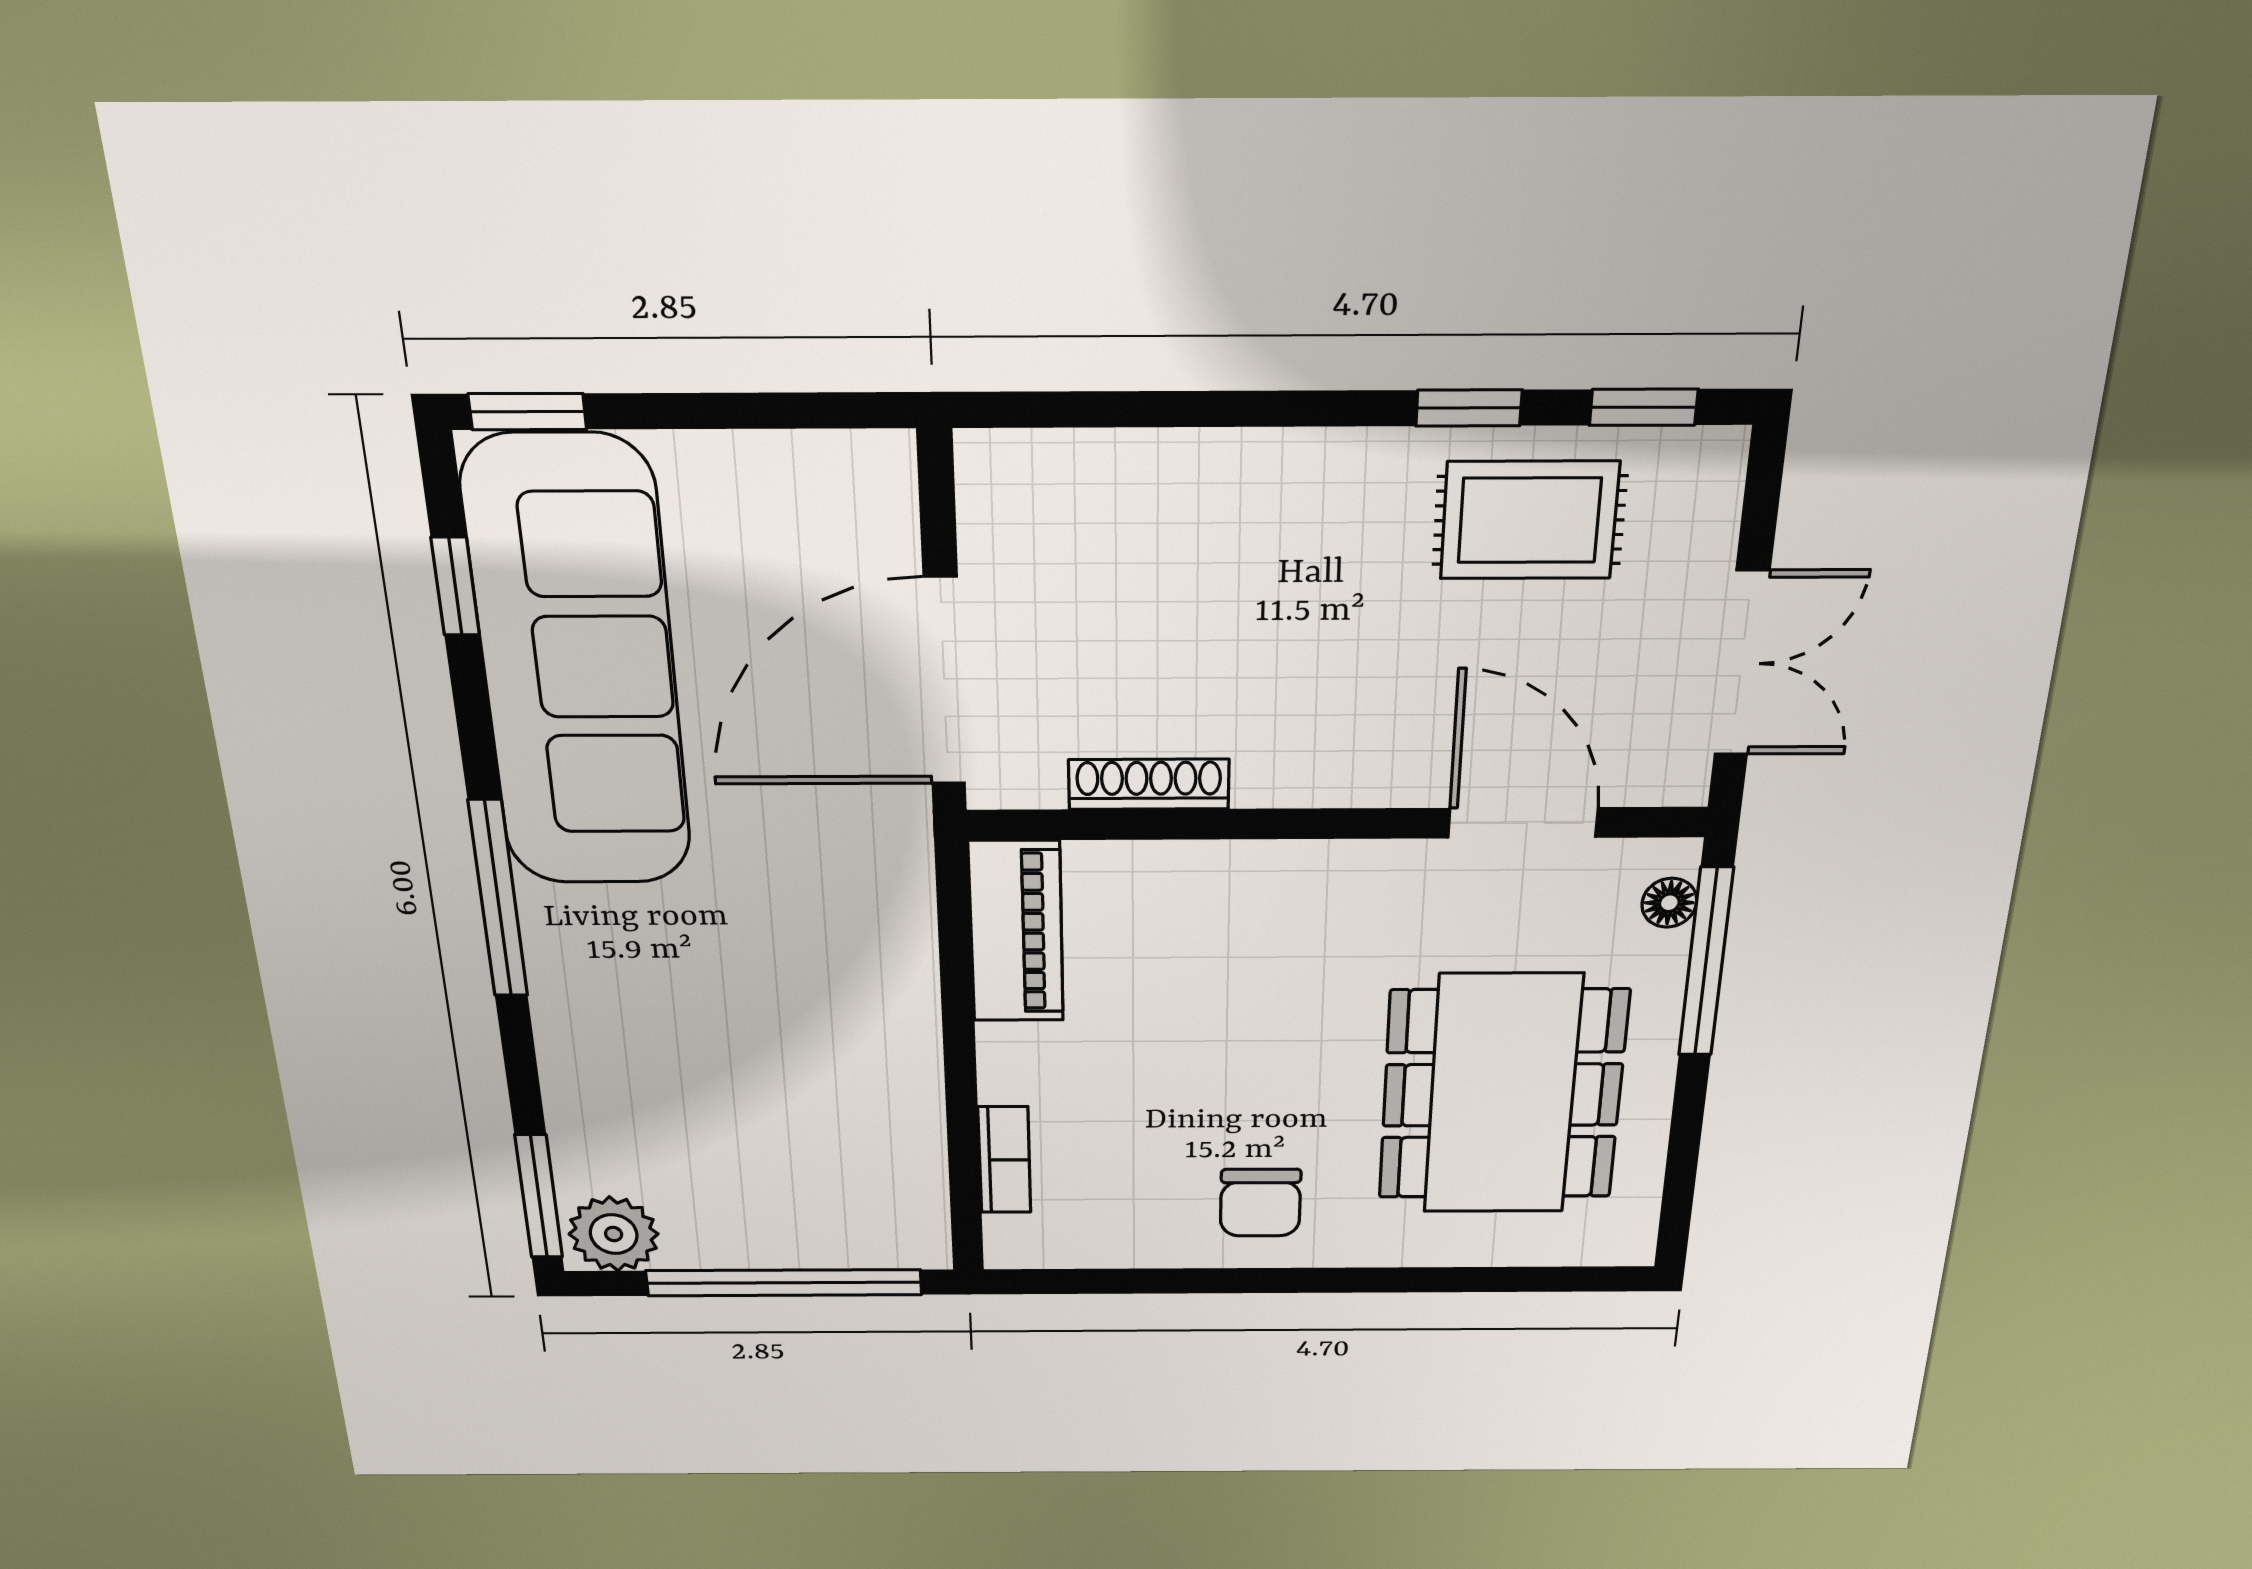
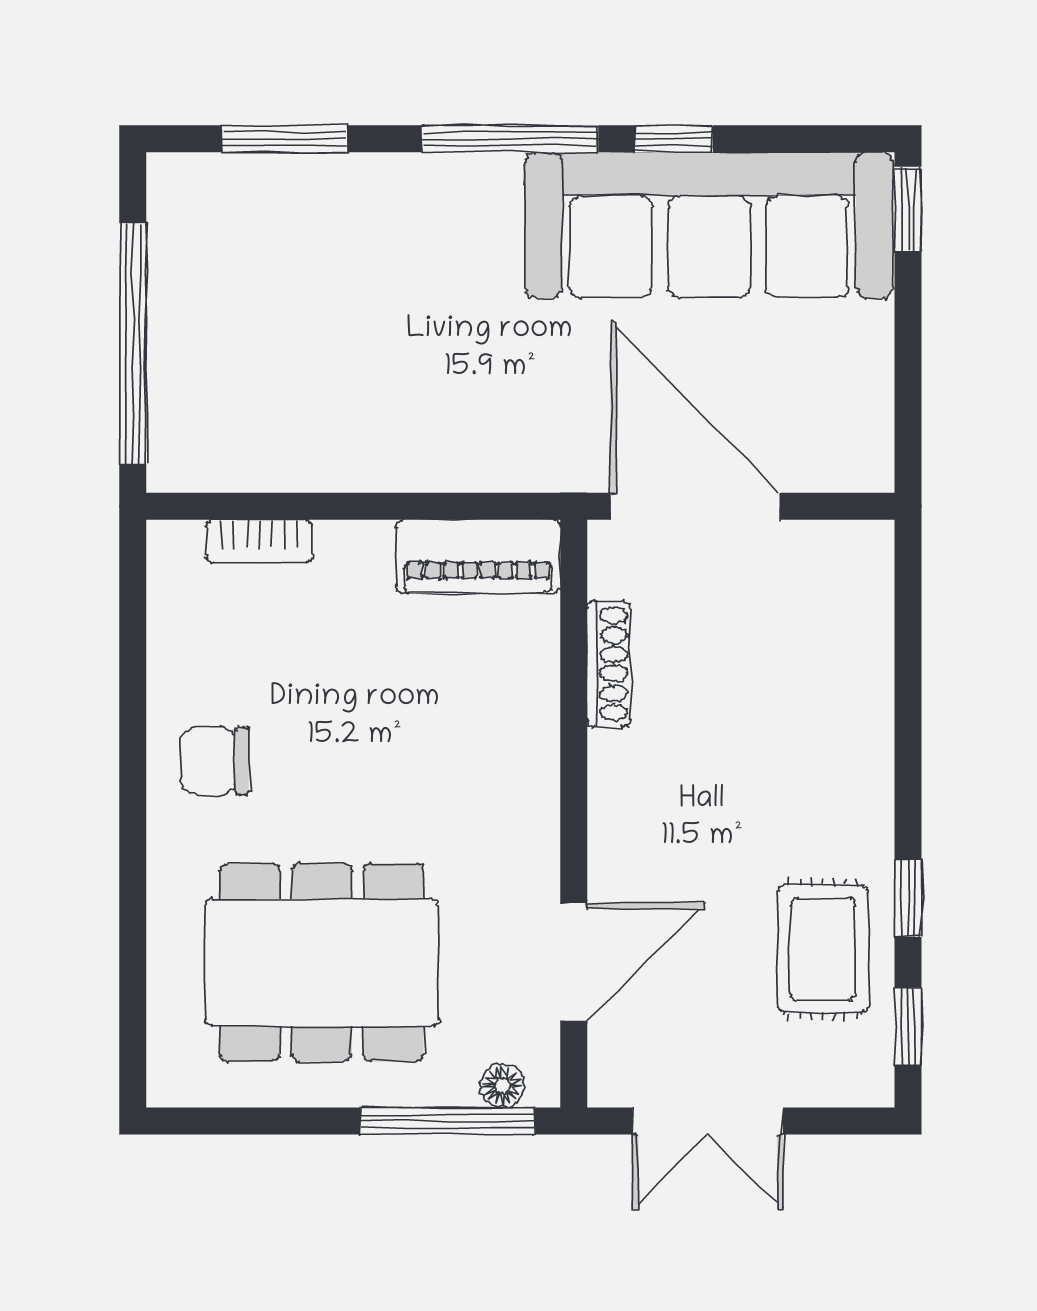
window: (455, 586) -> (674, 139), moved
window: (539, 1197) -> (284, 139), moved
plant: (614, 1234) -> (185, 199), removed

